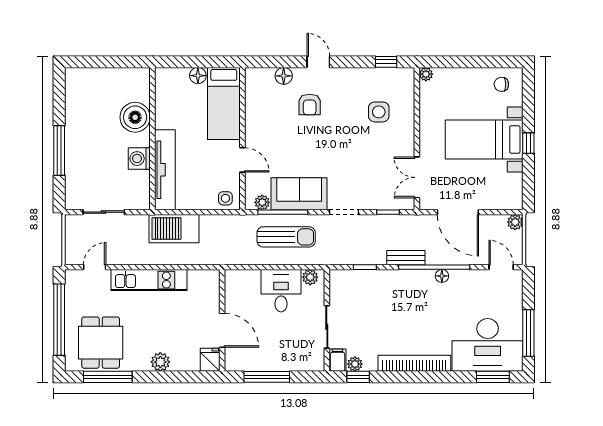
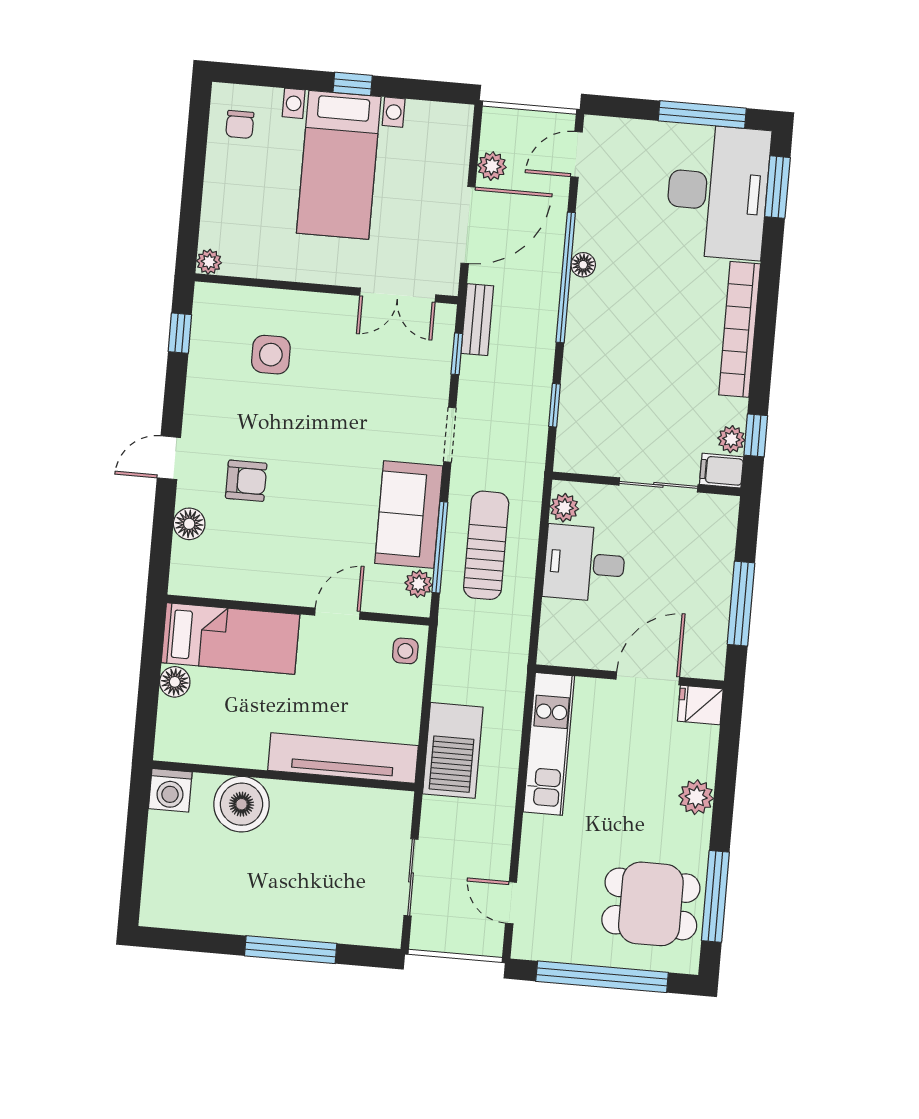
washing machine: (139, 159) -> (170, 790), moved
plant: (515, 222) -> (492, 166), moved
bench: (406, 258) -> (477, 320), moved
kitchen unit: (149, 280) -> (549, 744), moved

